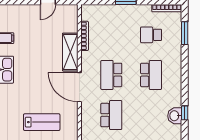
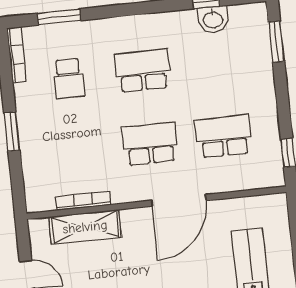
shelving: (70, 52) -> (85, 227), moved
school desk: (111, 75) -> (150, 144), turned 180

